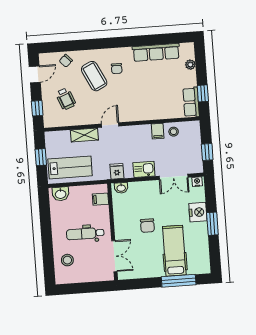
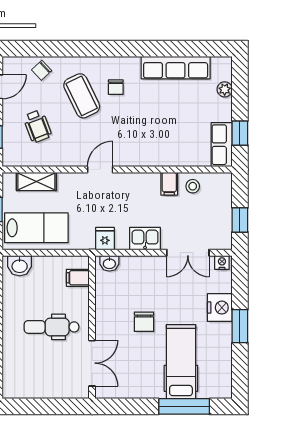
shelving: (84, 135) -> (36, 181), moved
stool: (67, 260) -> (22, 364), removed

